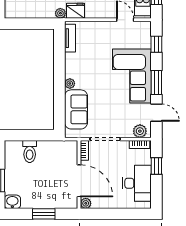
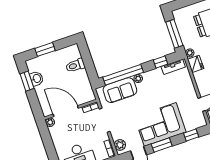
window: (32, 24) -> (174, 34), added
window: (59, 51) -> (160, 62), added
window: (59, 100) -> (123, 75), added
door: (79, 181) -> (66, 111), swing flipped
washbasin: (12, 202) -> (37, 79), moved
window: (44, 214) -> (27, 81), moved

